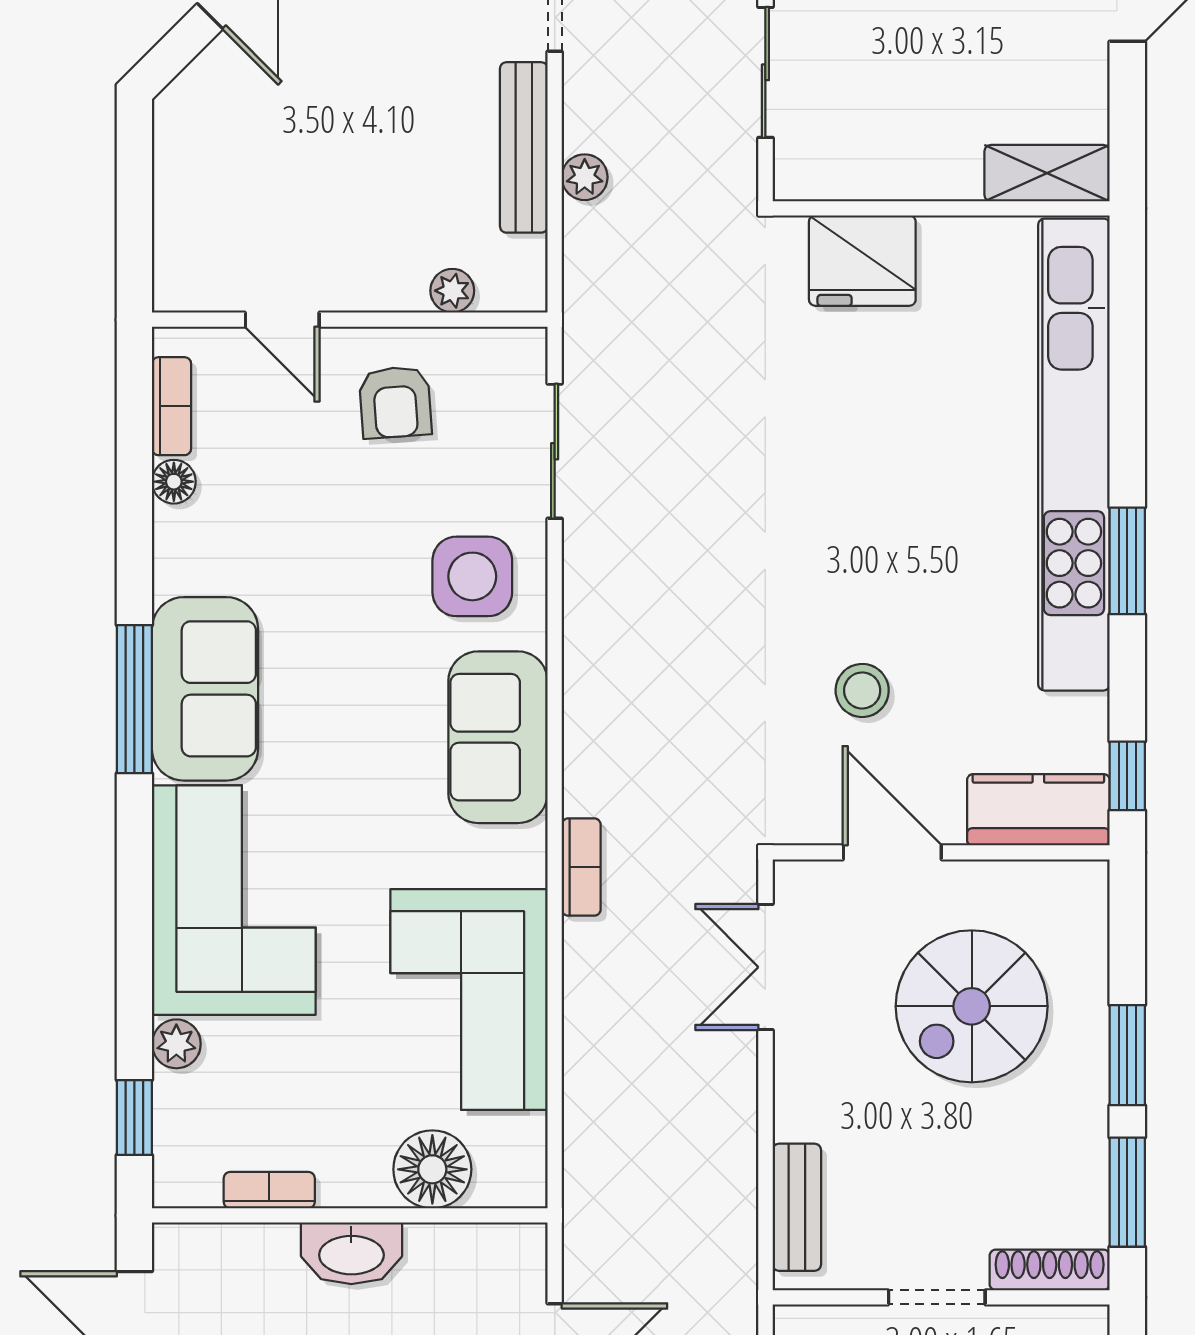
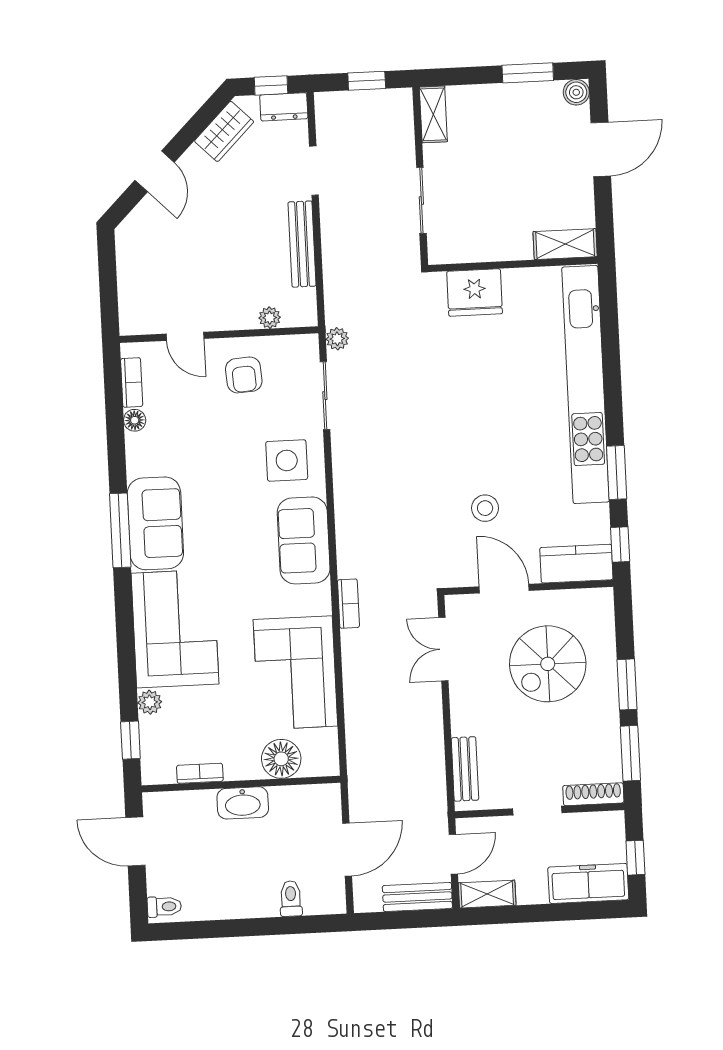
plant: (585, 177) -> (337, 339), moved
window: (1127, 561) -> (617, 472), moved

